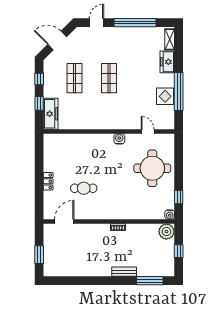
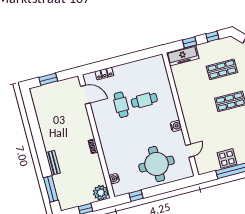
cafe table: (85, 164) -> (144, 100), added
locker: (48, 181) -> (104, 74), moved
water cooler: (170, 215) -> (114, 179), moved

